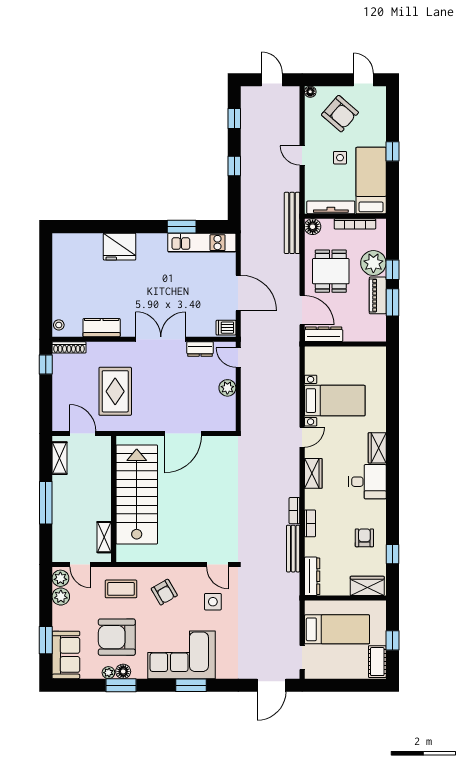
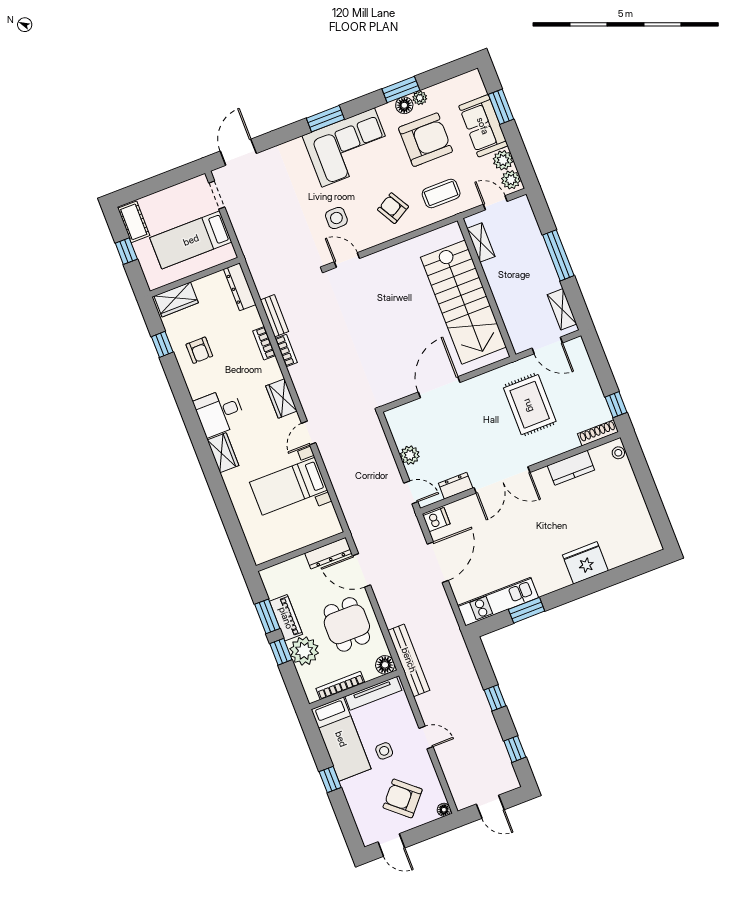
door: (238, 293) -> (438, 562), swing flipped
bench: (293, 549) -> (274, 316), width x0.73
sofa: (66, 655) -> (483, 126), moved

